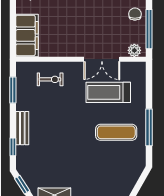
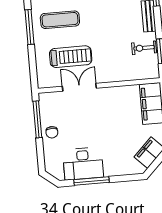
plant: (134, 50) -> (50, 98), removed
exercise bike: (50, 79) -> (144, 48), moved

